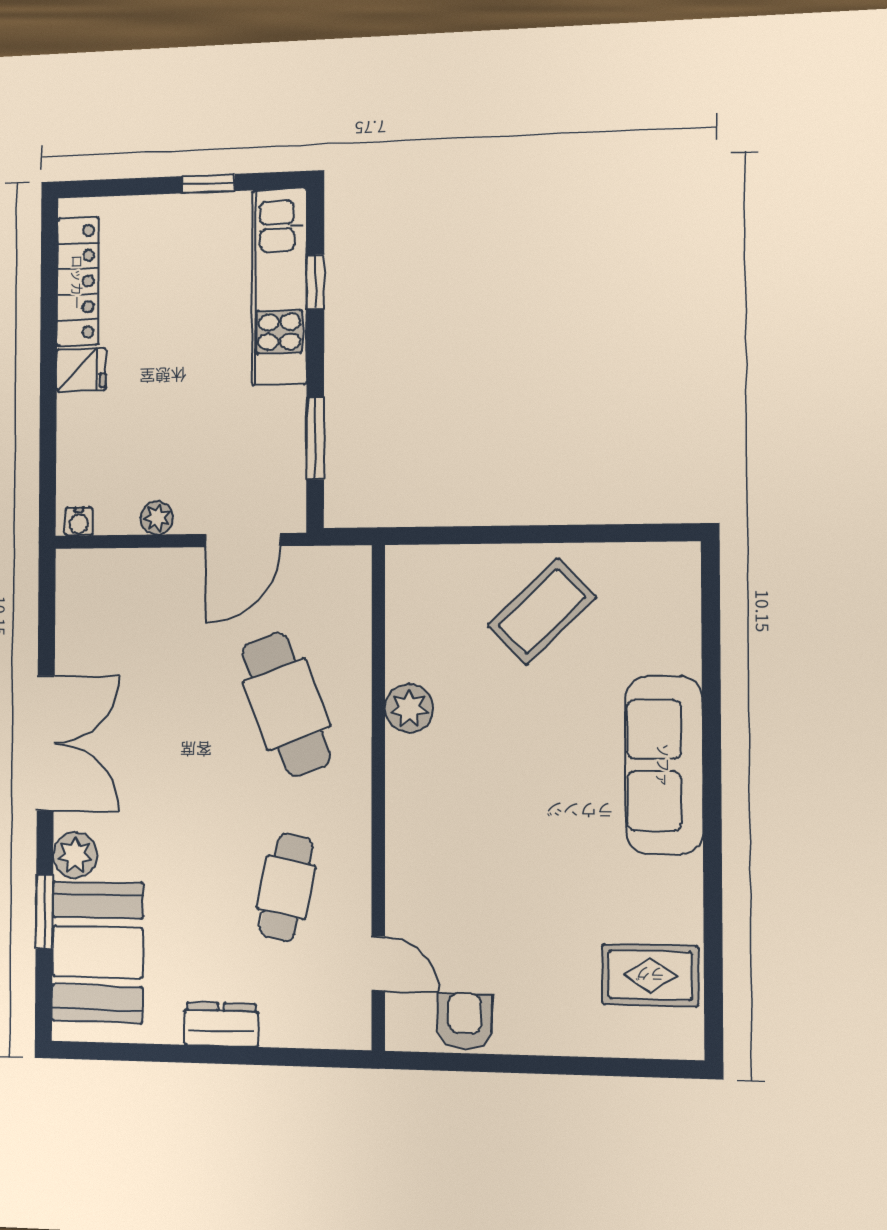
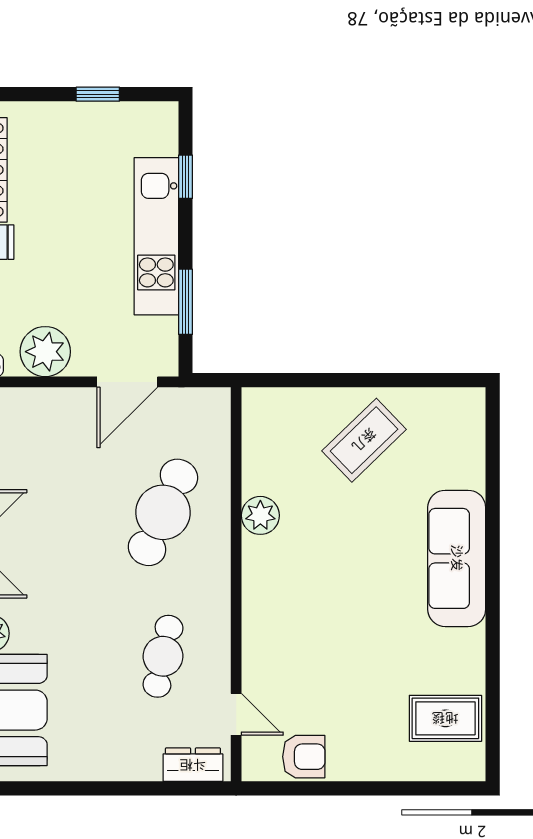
kitchen unit: (279, 287) -> (156, 236), moved
plant: (157, 518) -> (45, 352), width x1.88, depth x1.88
cafe table: (287, 704) -> (163, 512), turned 45
armchair: (465, 1021) -> (304, 757), turned 90
dresser: (221, 1024) -> (193, 765), moved

